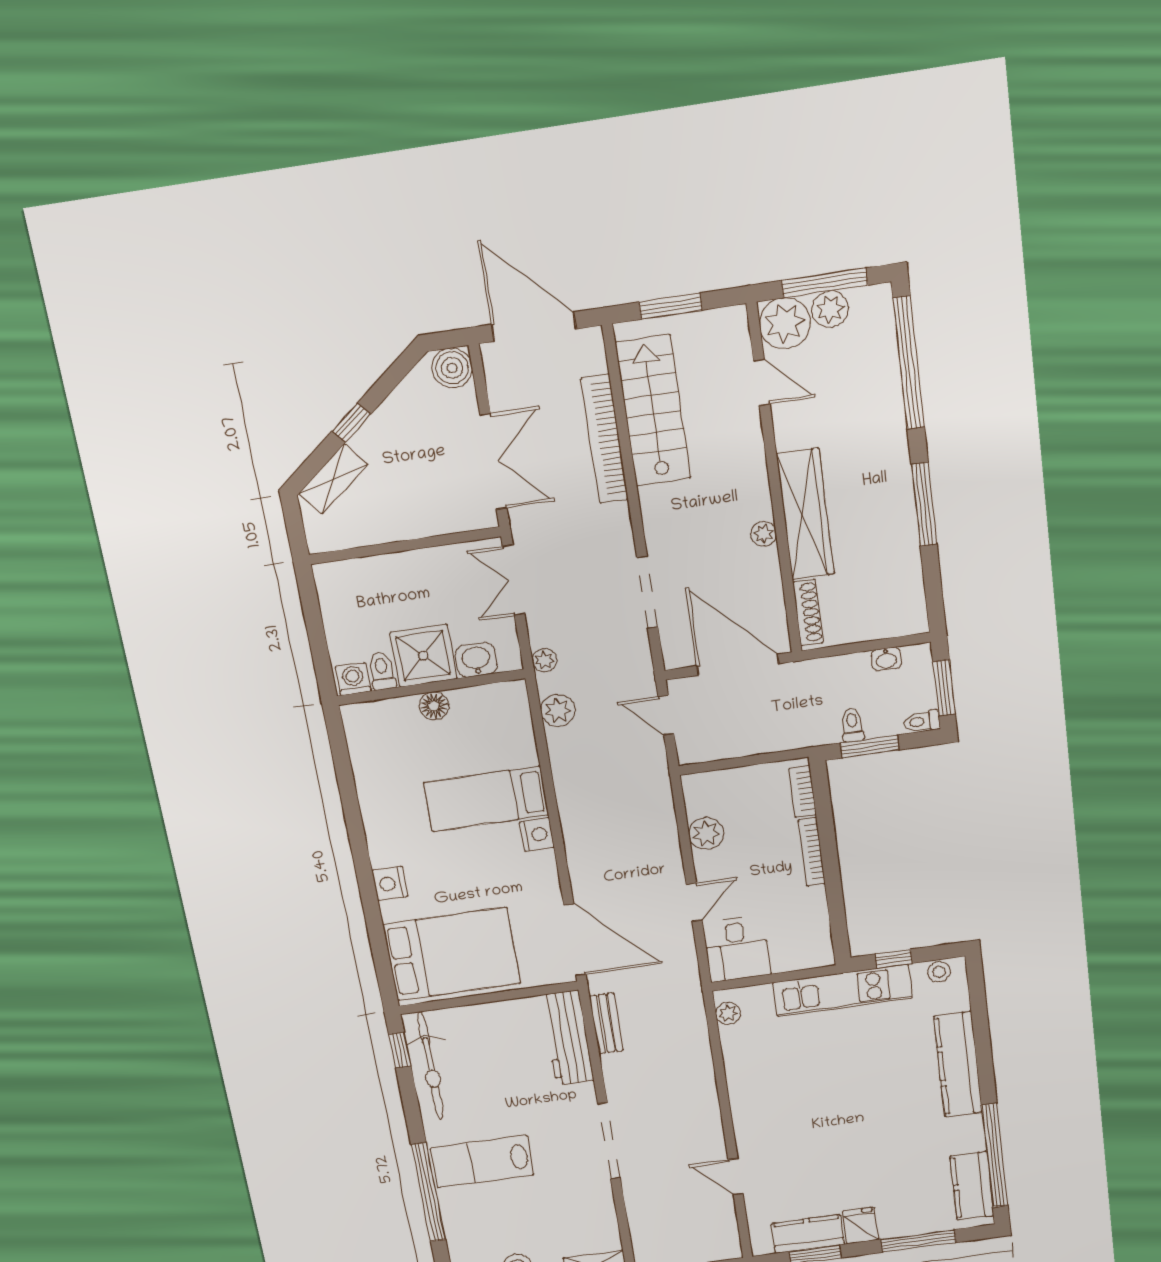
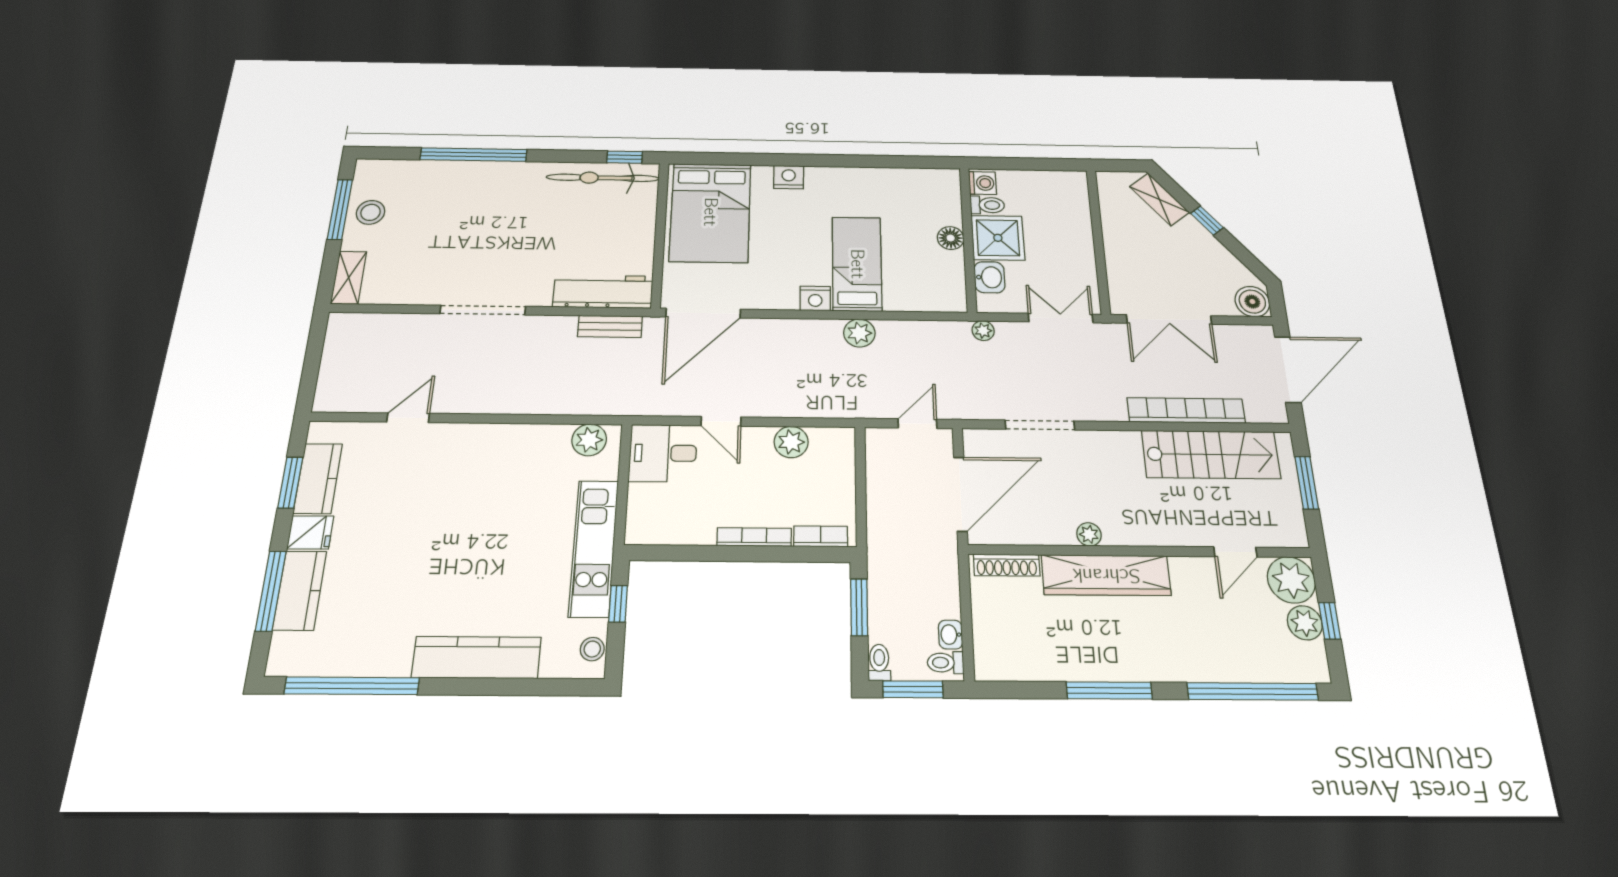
window: (825, 283) -> (1330, 621), width x0.46
plant: (558, 710) -> (859, 333), moved
toilet: (852, 725) -> (946, 663), moved, turned 180
plant: (728, 1013) -> (589, 440), width x1.38, depth x1.38
lab bench: (482, 1162) -> (492, 202), removed
kitchen counter: (972, 1186) -> (300, 590), moved, turned 90

